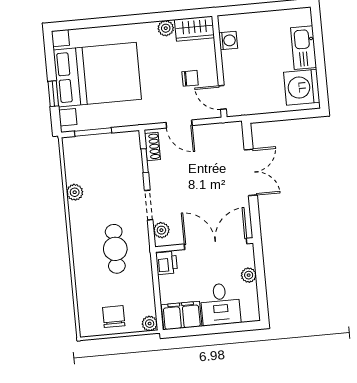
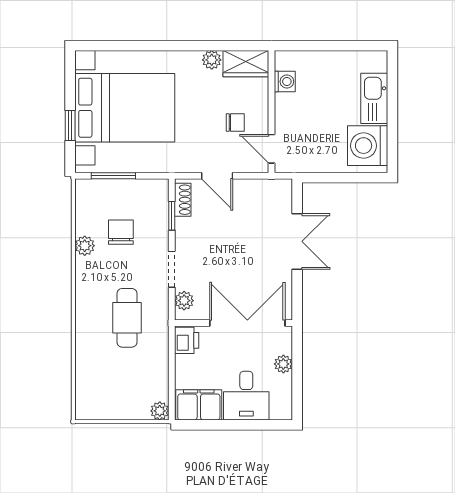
chair: (114, 317) -> (121, 232), moved

